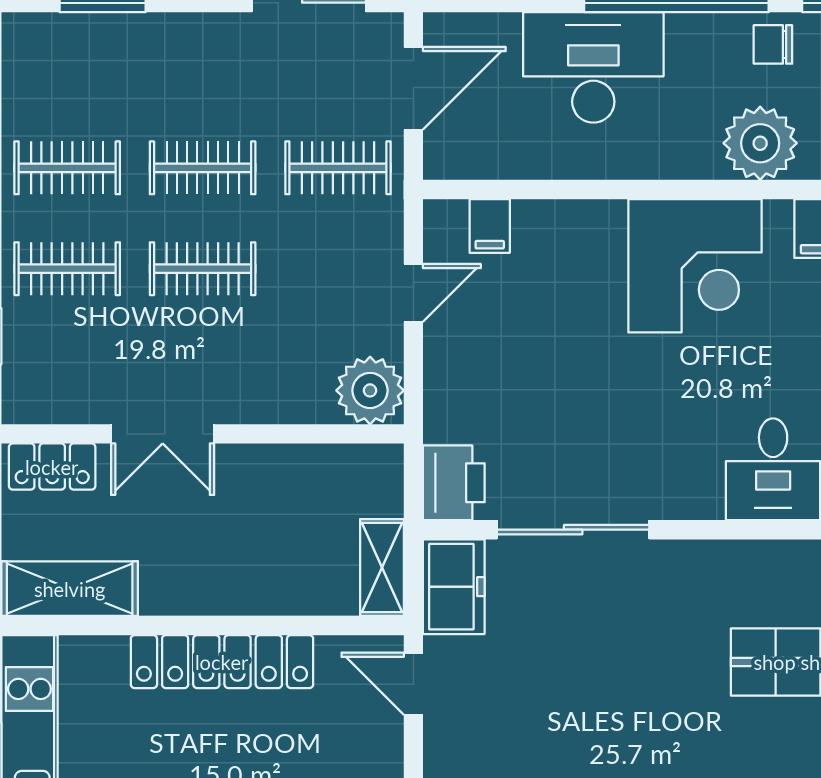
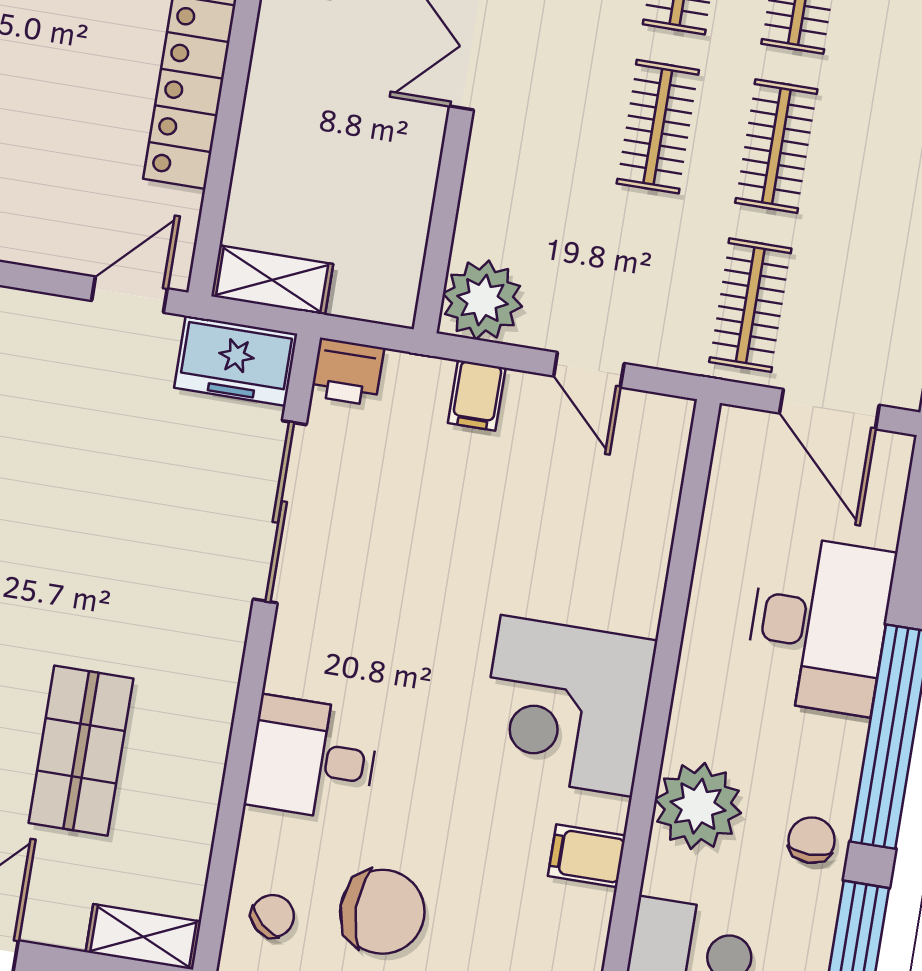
filing cabinet: (490, 226) -> (477, 395), moved, turned -90
printer: (454, 483) -> (347, 372), width x0.73, depth x0.81

